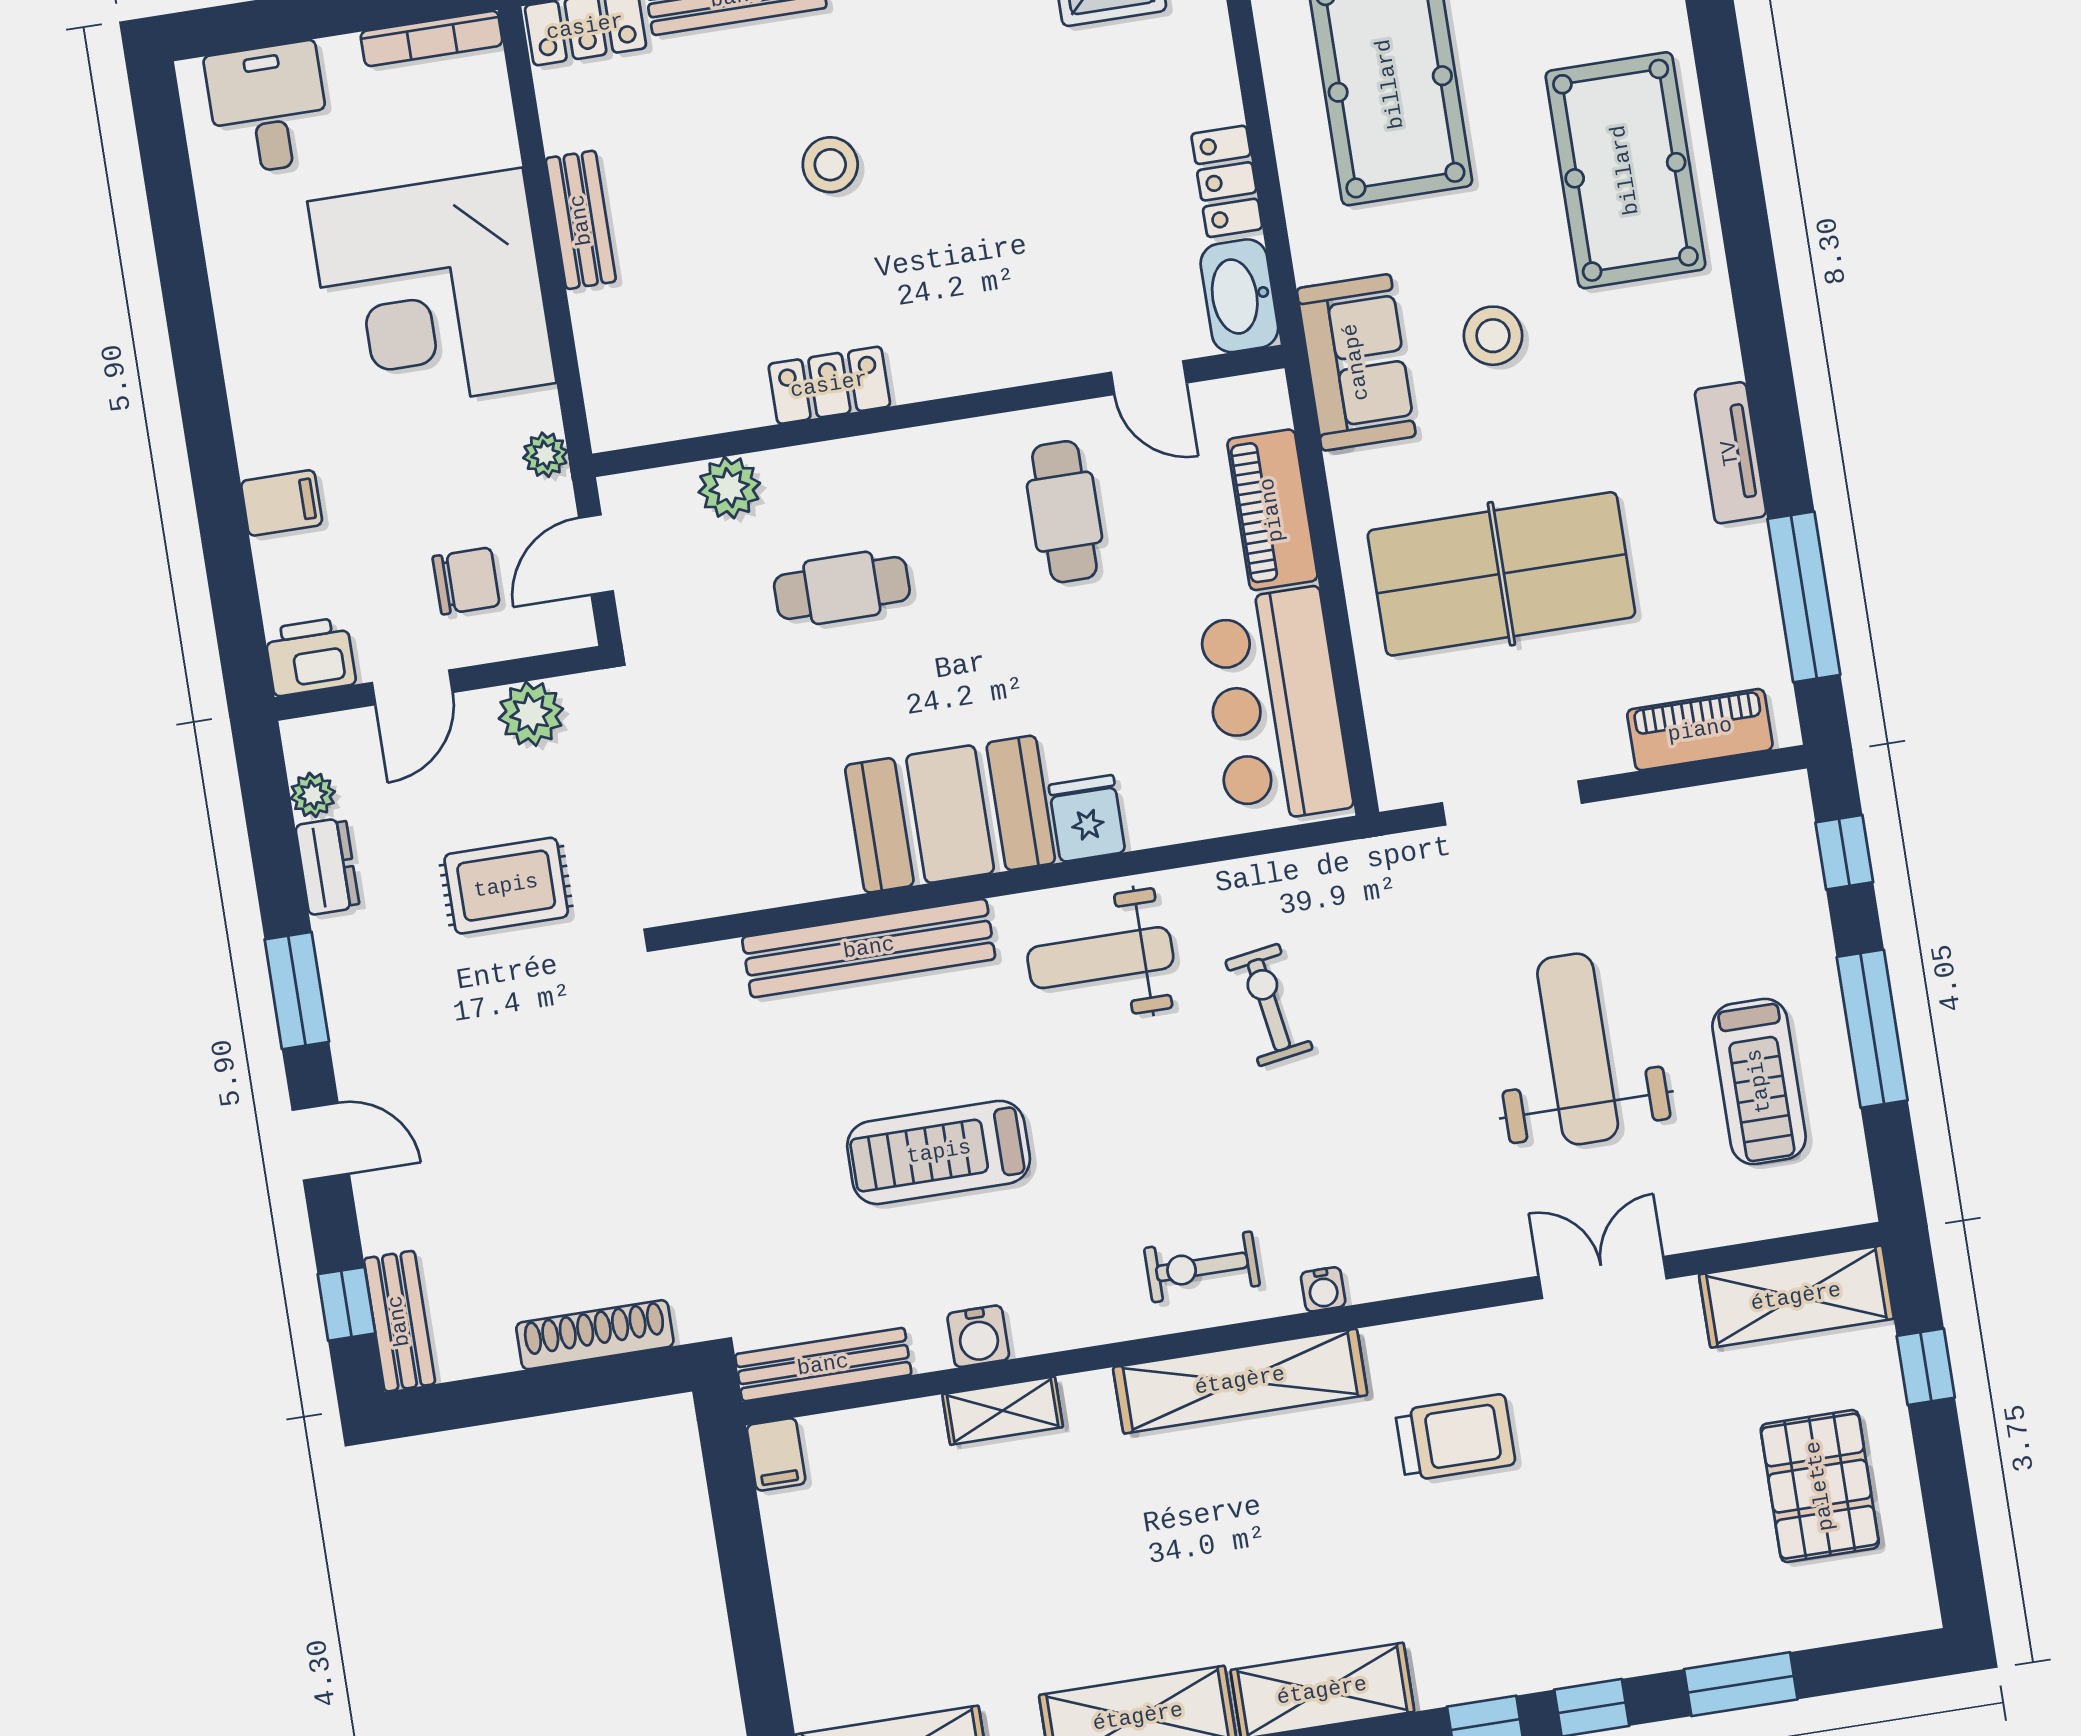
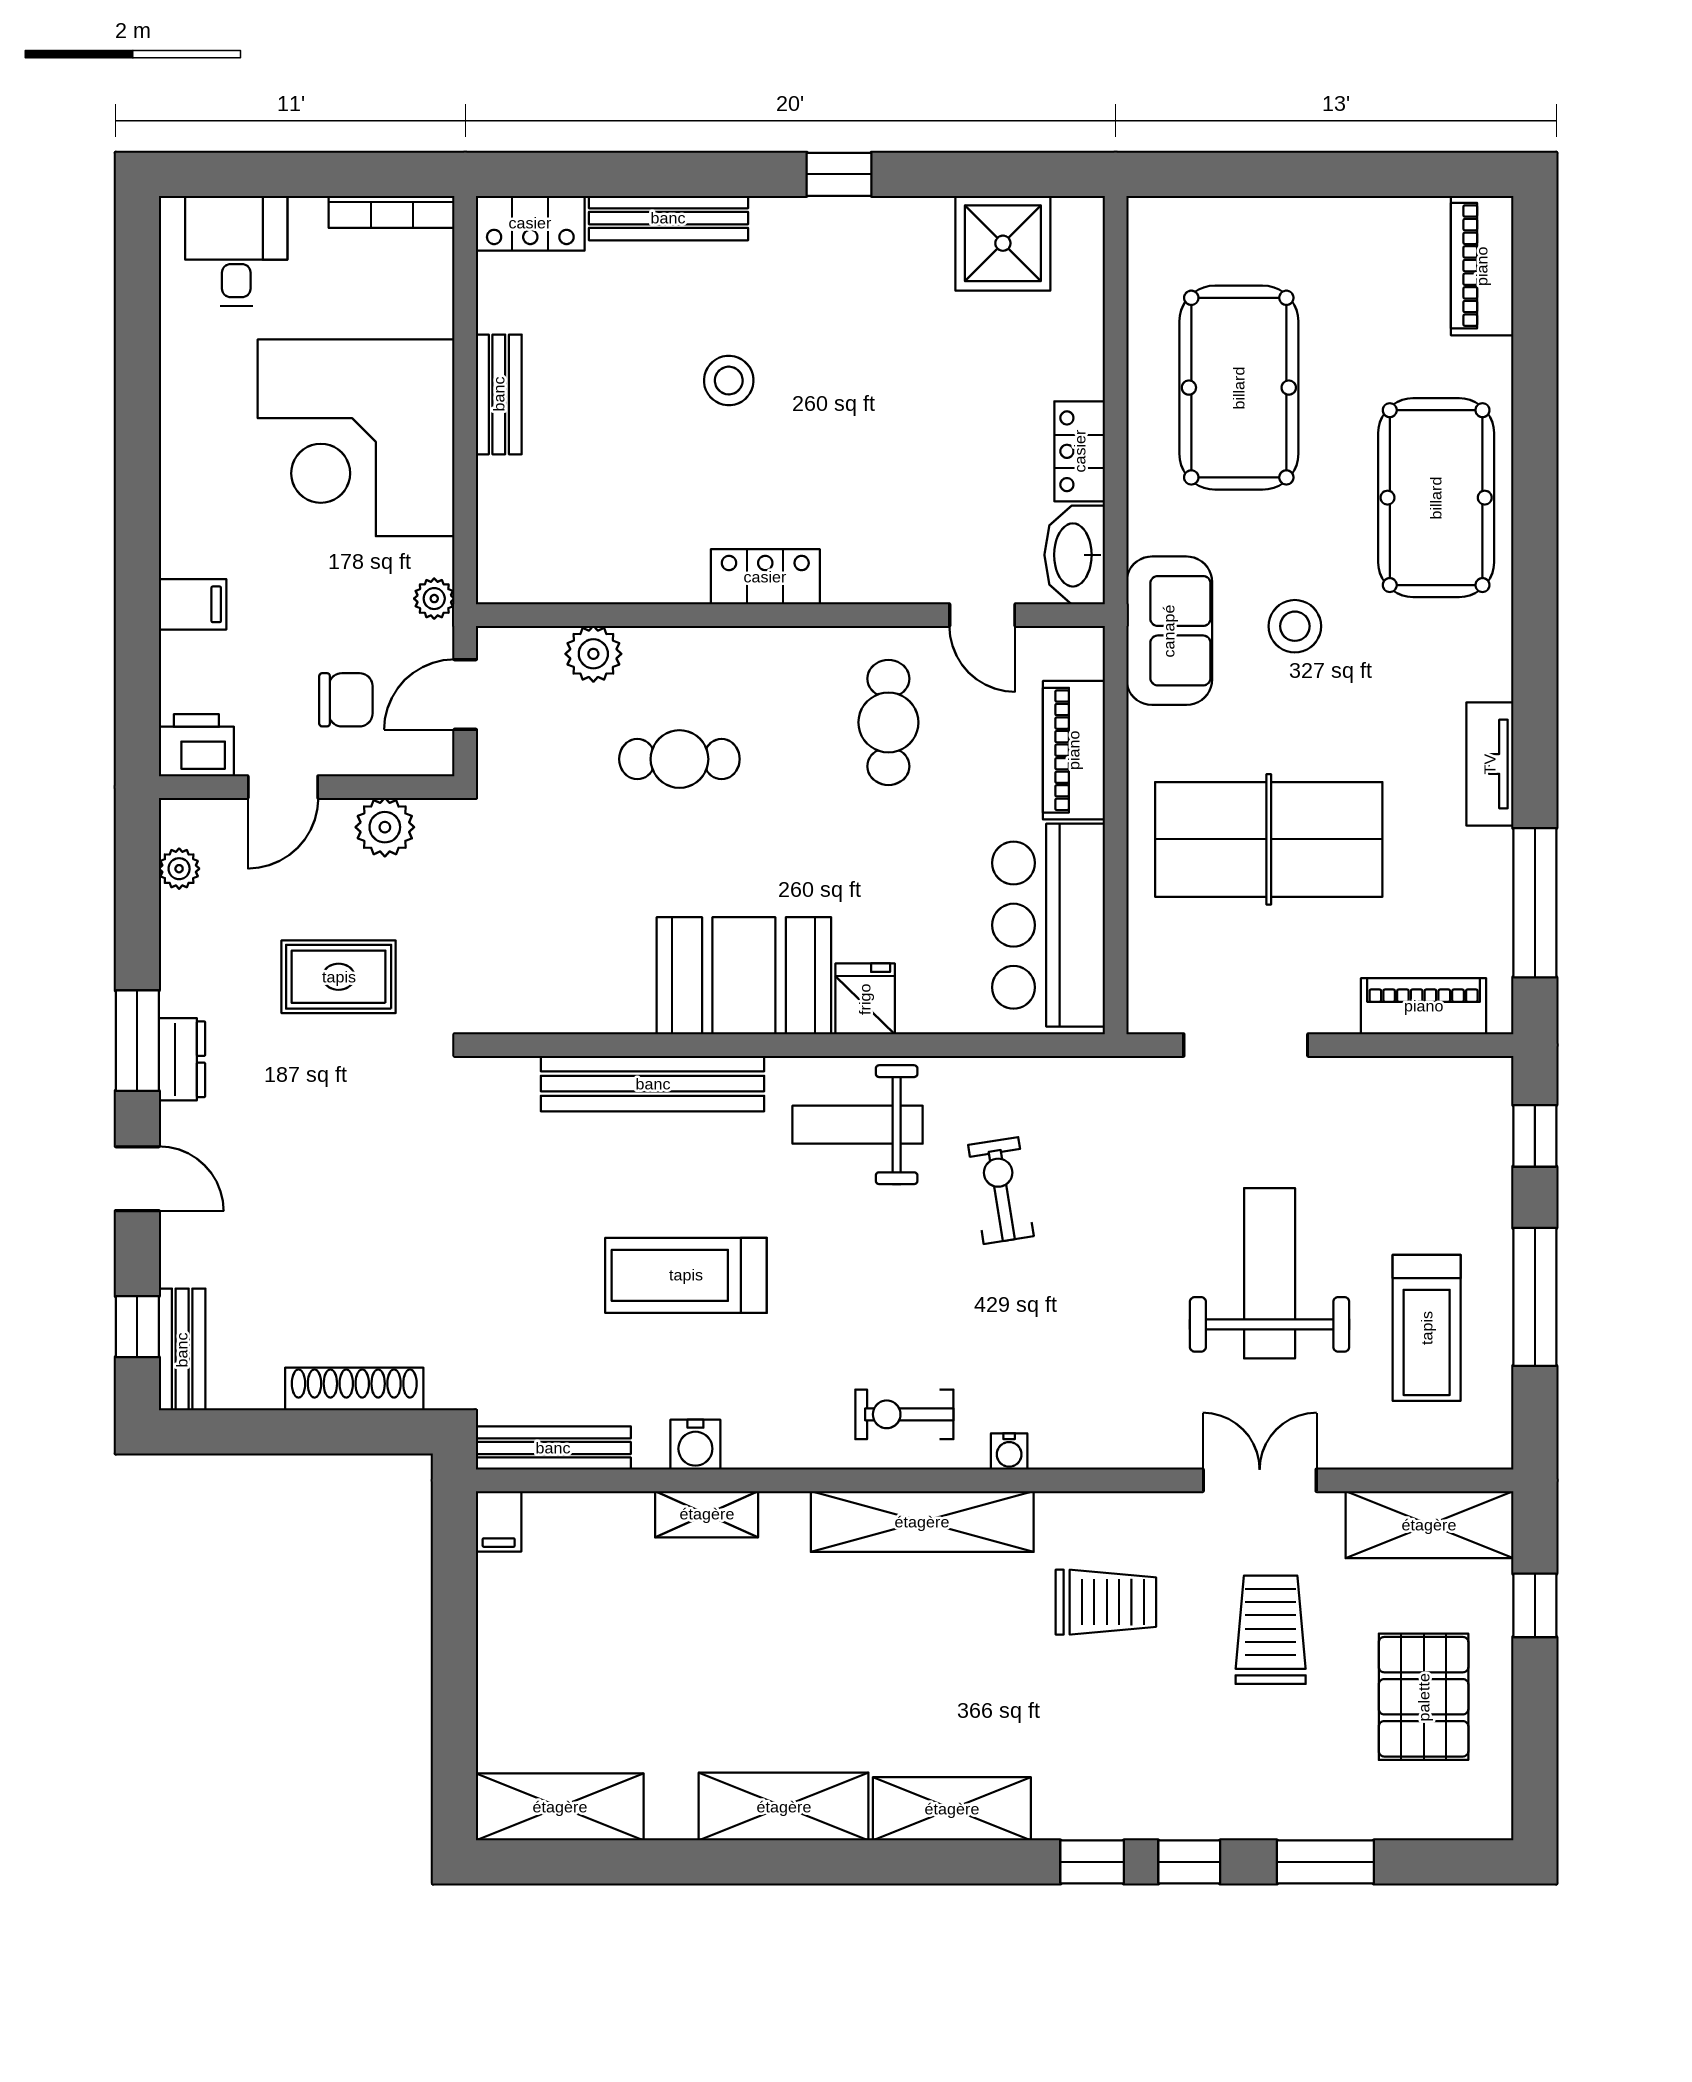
locker: (829, 385) -> (765, 577), moved
dresser: (327, 866) -> (182, 1059), moved
trolley: (1641, 1439) -> (1271, 1630), added

